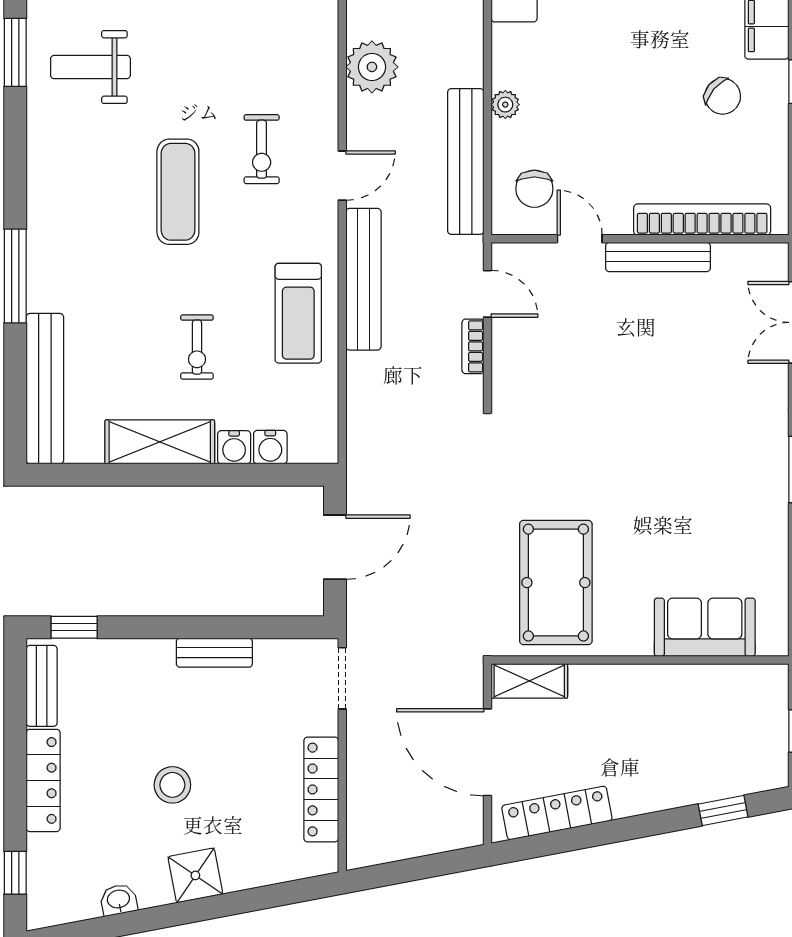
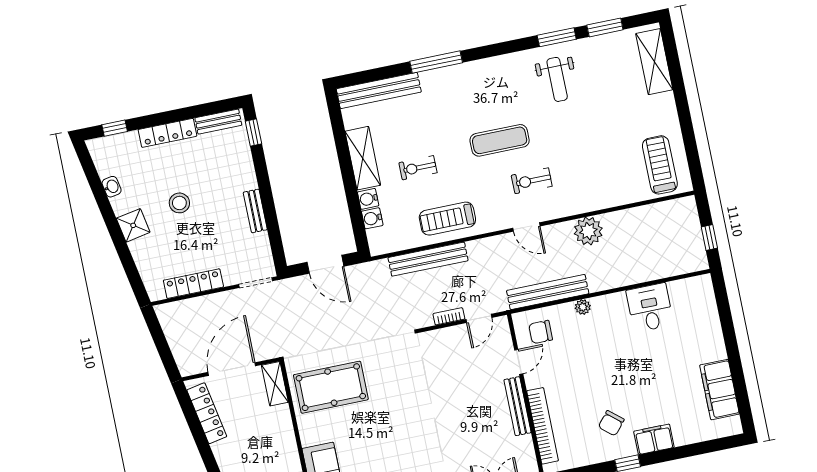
weight bench: (90, 67) -> (557, 79), turned 180
bench: (363, 279) -> (428, 259), moved

